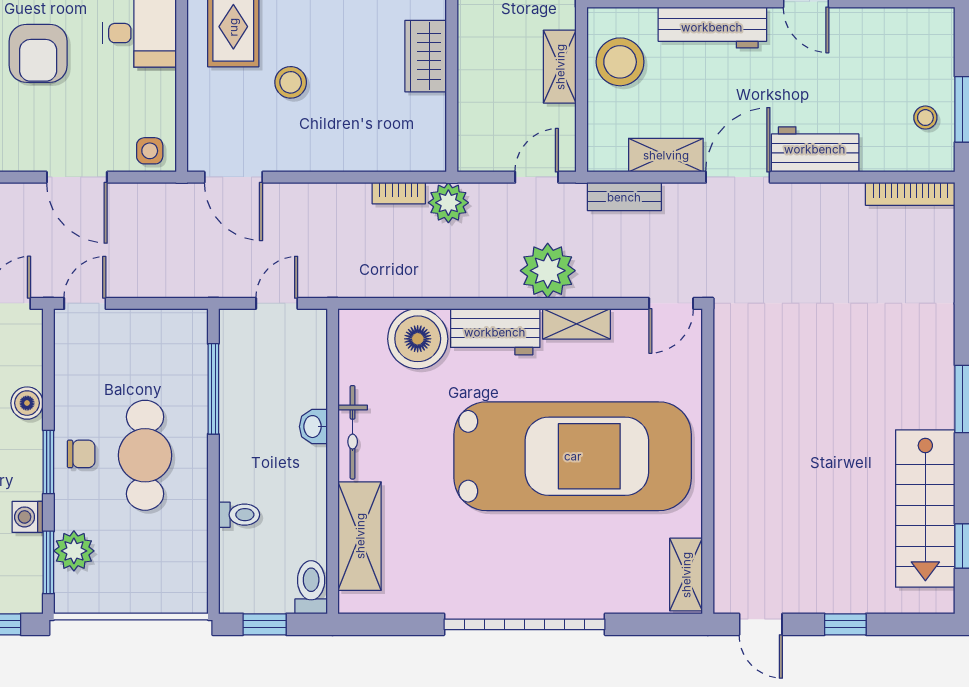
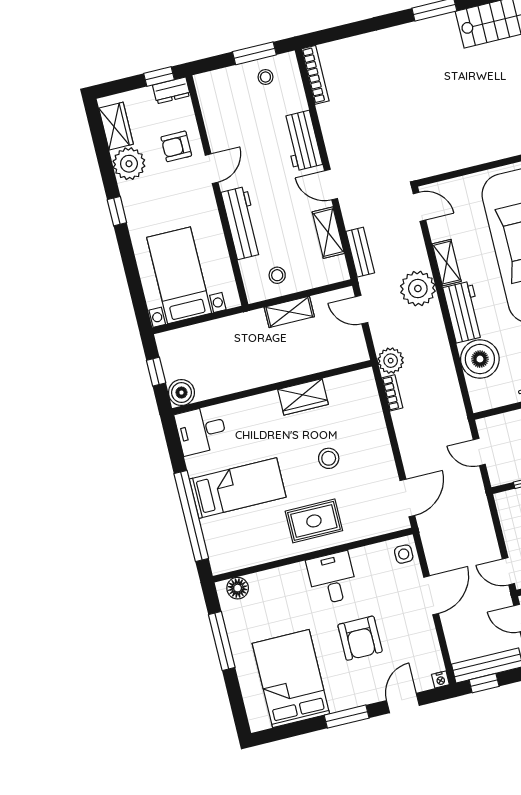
armchair: (38, 53) -> (360, 638), turned 90
stool: (620, 62) -> (277, 275), width x0.53, depth x0.53
stool: (291, 82) -> (329, 458), moved
door: (738, 177) -> (331, 185), width x0.73

